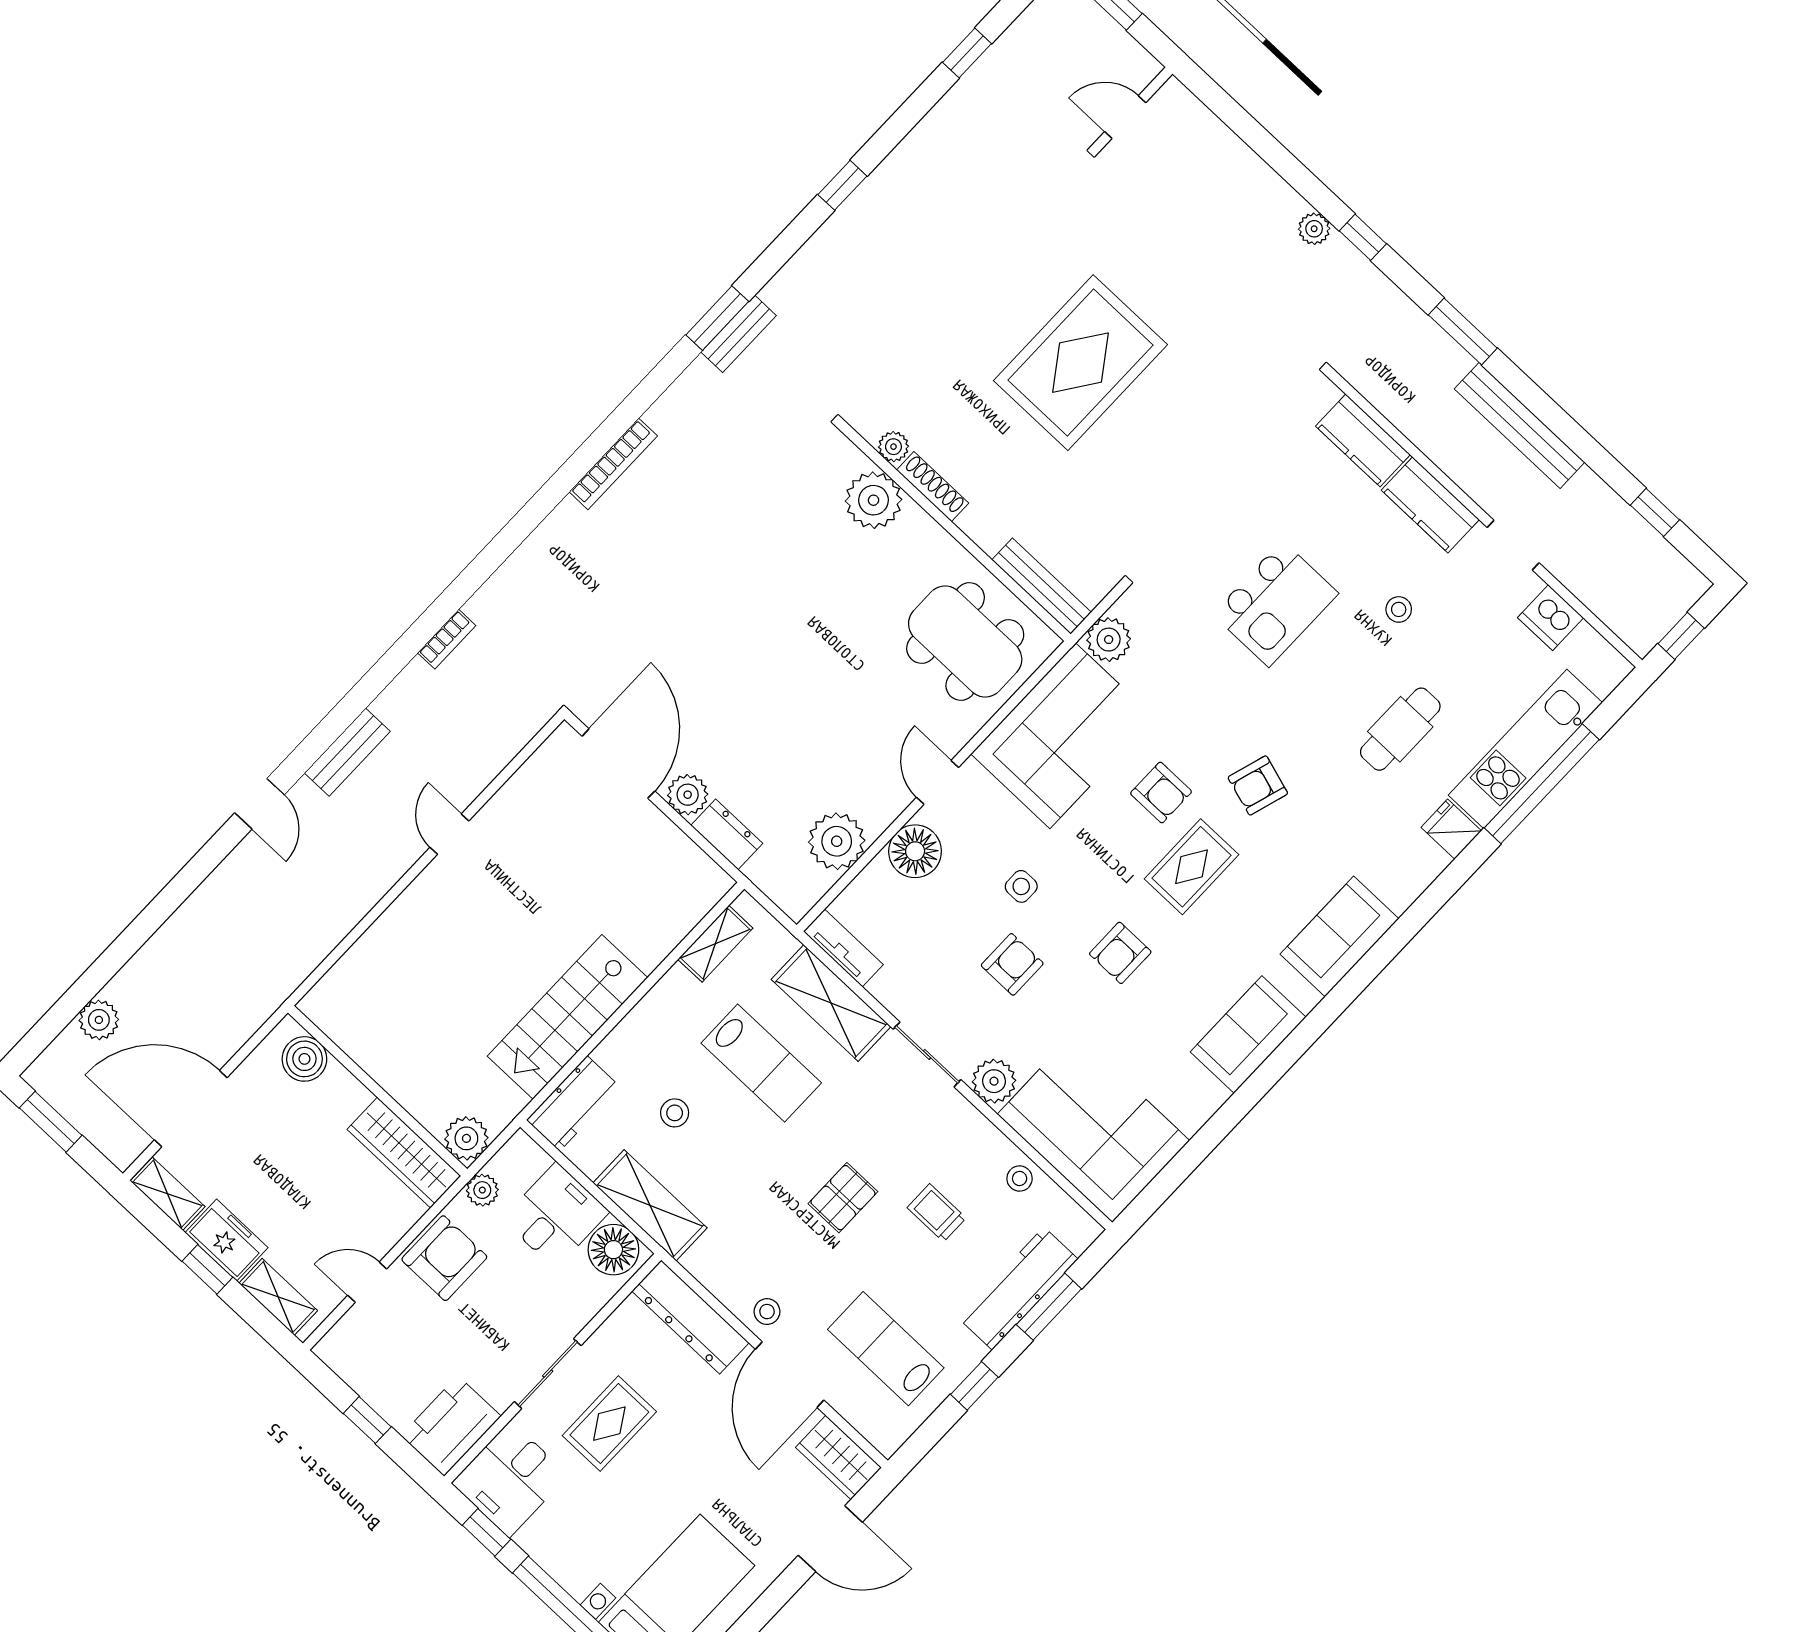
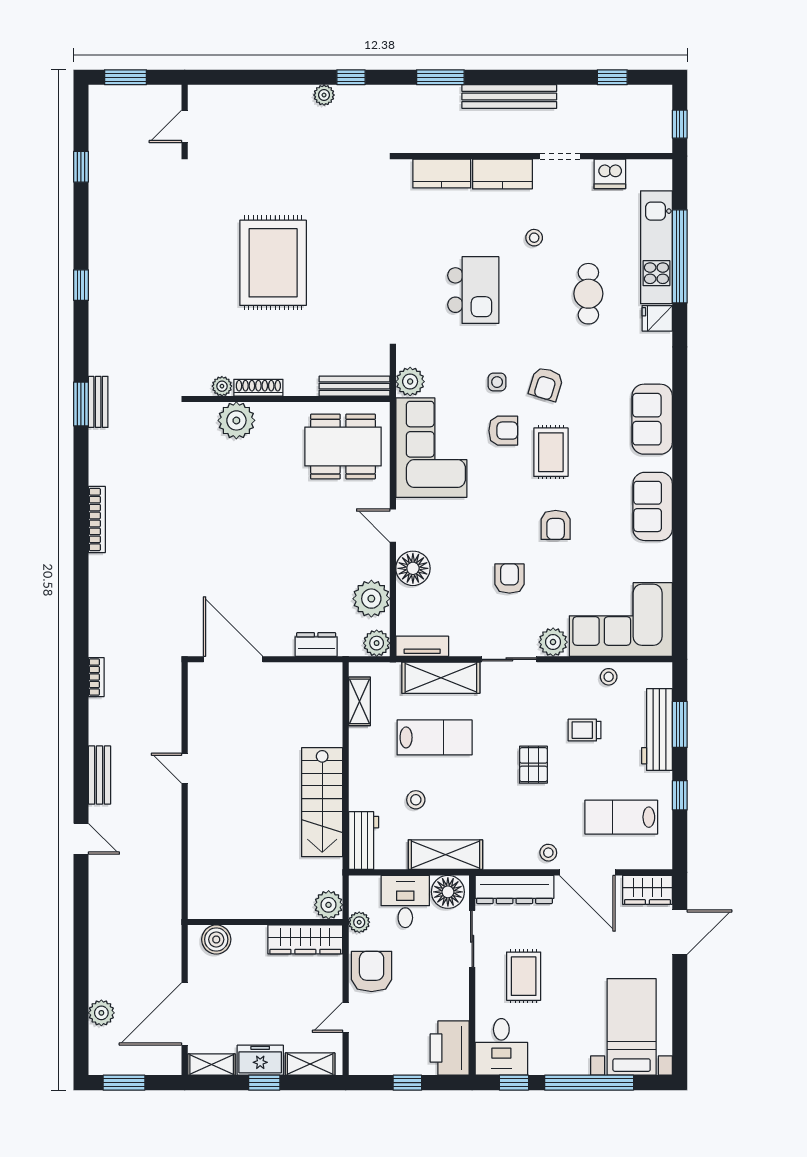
plant: (688, 795) -> (377, 643), moved
side table: (1021, 886) -> (497, 382), moved
sliding door: (548, 1374) -> (472, 939), moved

